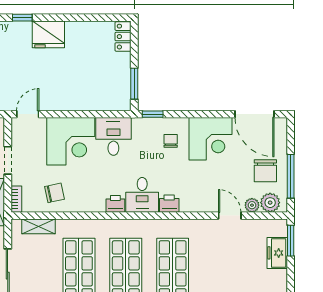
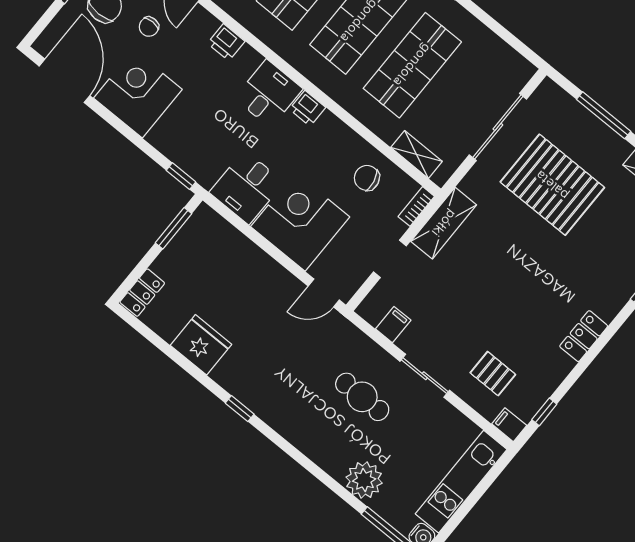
fridge: (48, 34) -> (201, 345), moved
chair: (171, 141) -> (149, 27), moved
printer: (169, 204) -> (226, 42), moved

